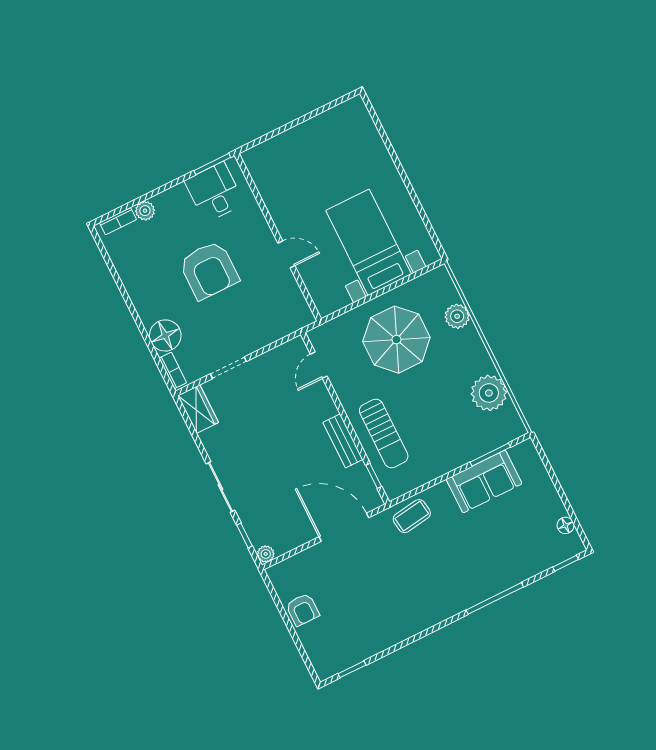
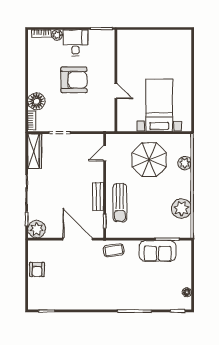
desk: (214, 192) -> (75, 43), moved
armchair: (209, 270) -> (74, 80), turned -90
wardrobe: (198, 409) -> (35, 151), width x1.50
plant: (266, 554) -> (37, 229), width x1.88, depth x1.88

